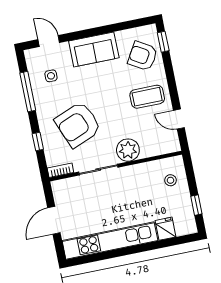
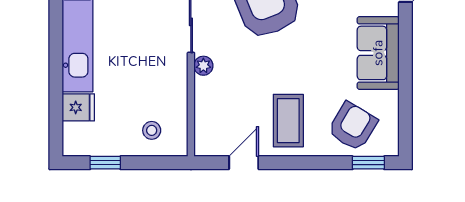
plant: (128, 150) -> (203, 66), width x0.53, depth x0.53

